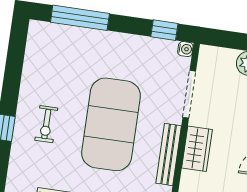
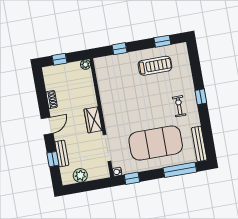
exercise mat: (111, 124) -> (156, 143), moved, turned 90
bench: (169, 154) -> (199, 144), moved

